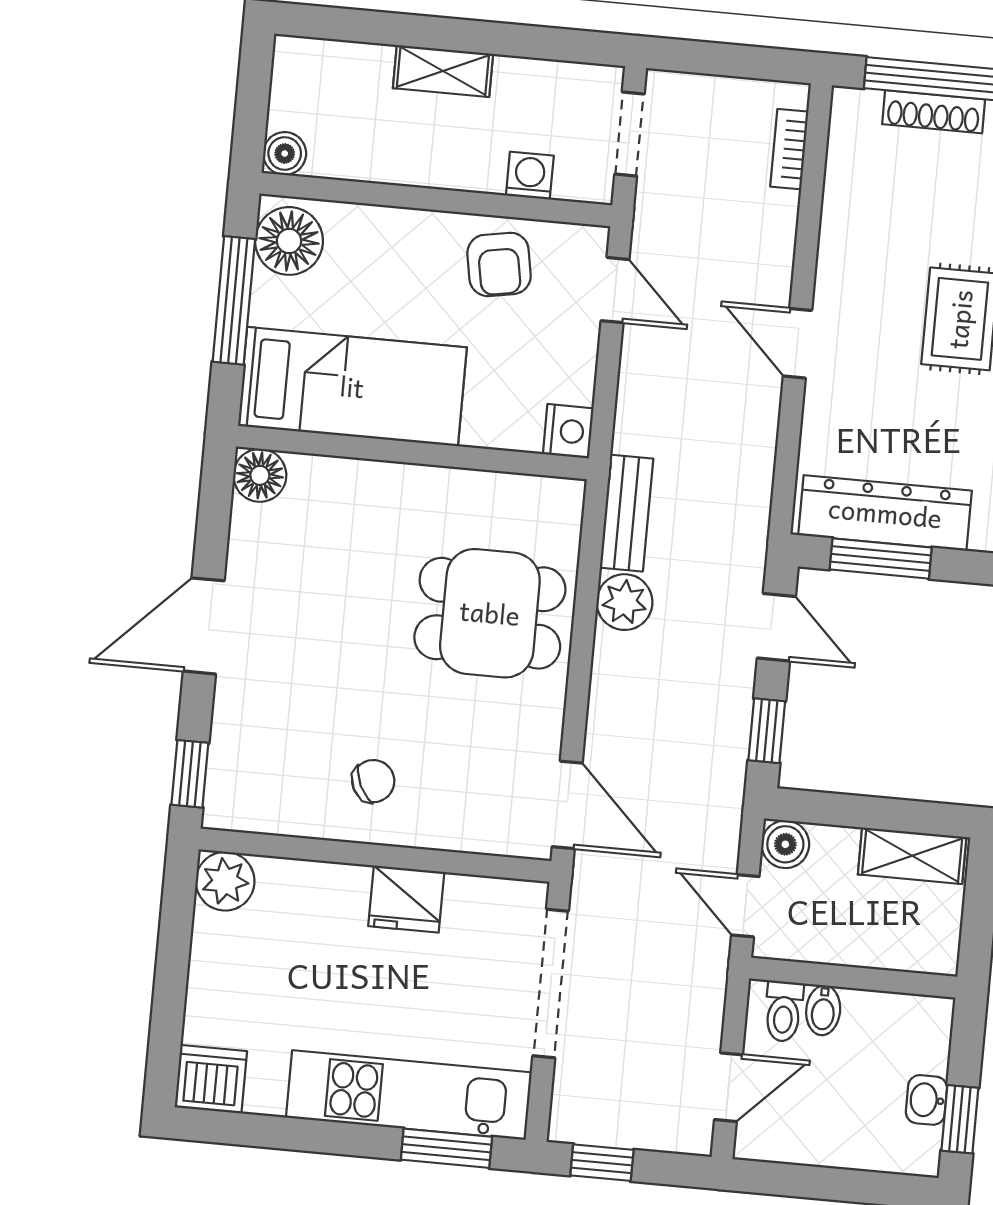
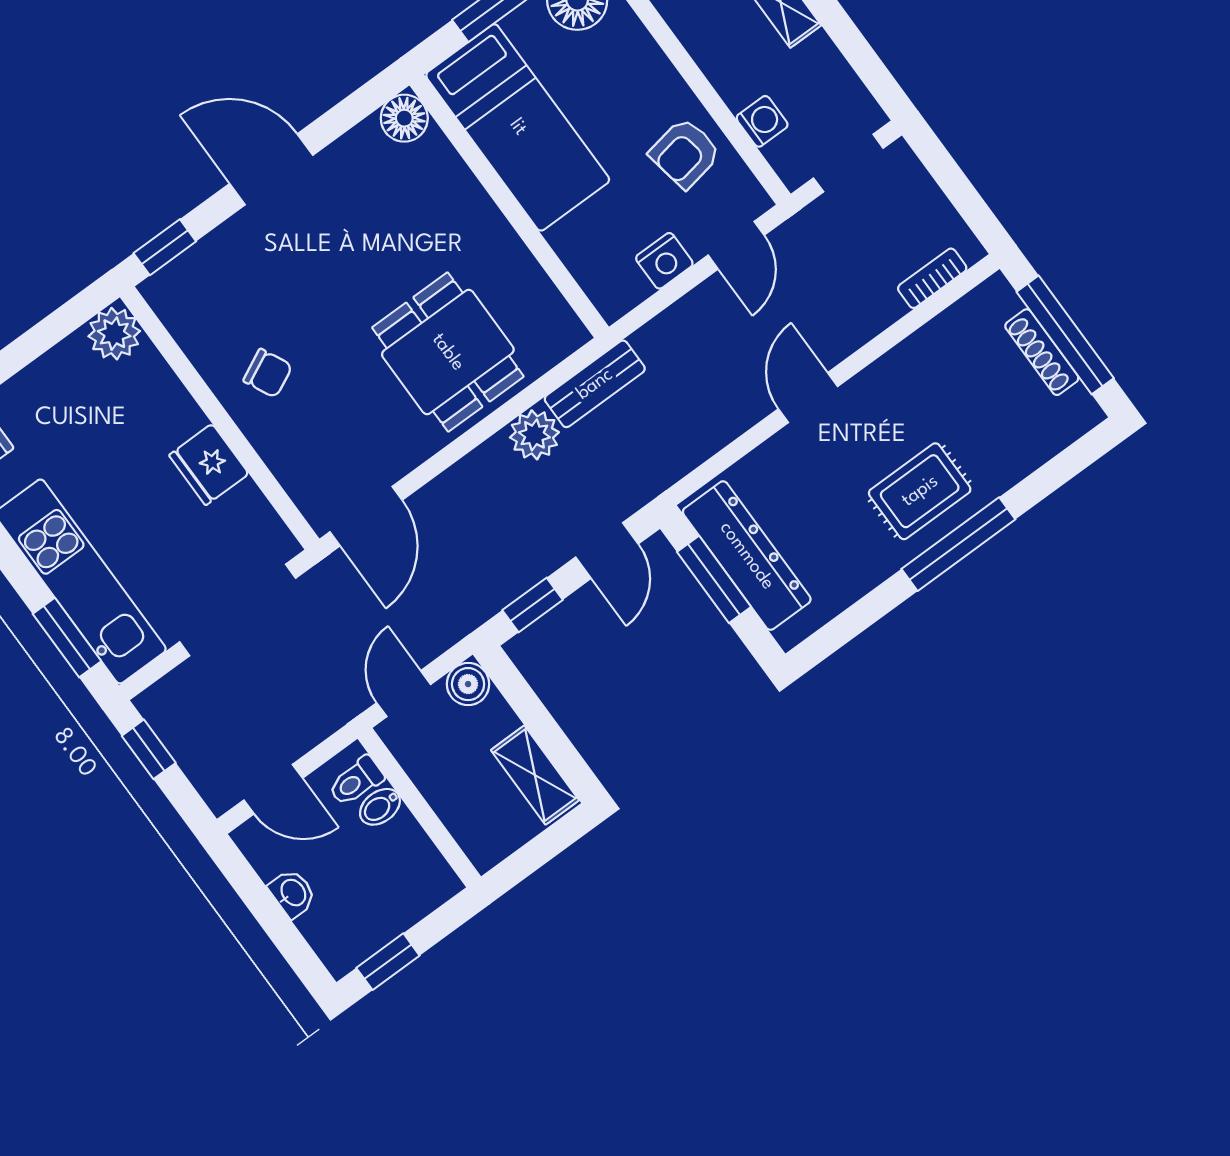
nightstand: (568, 431) -> (664, 261), moved
washbasin: (926, 1100) -> (293, 893), moved, turned 90

